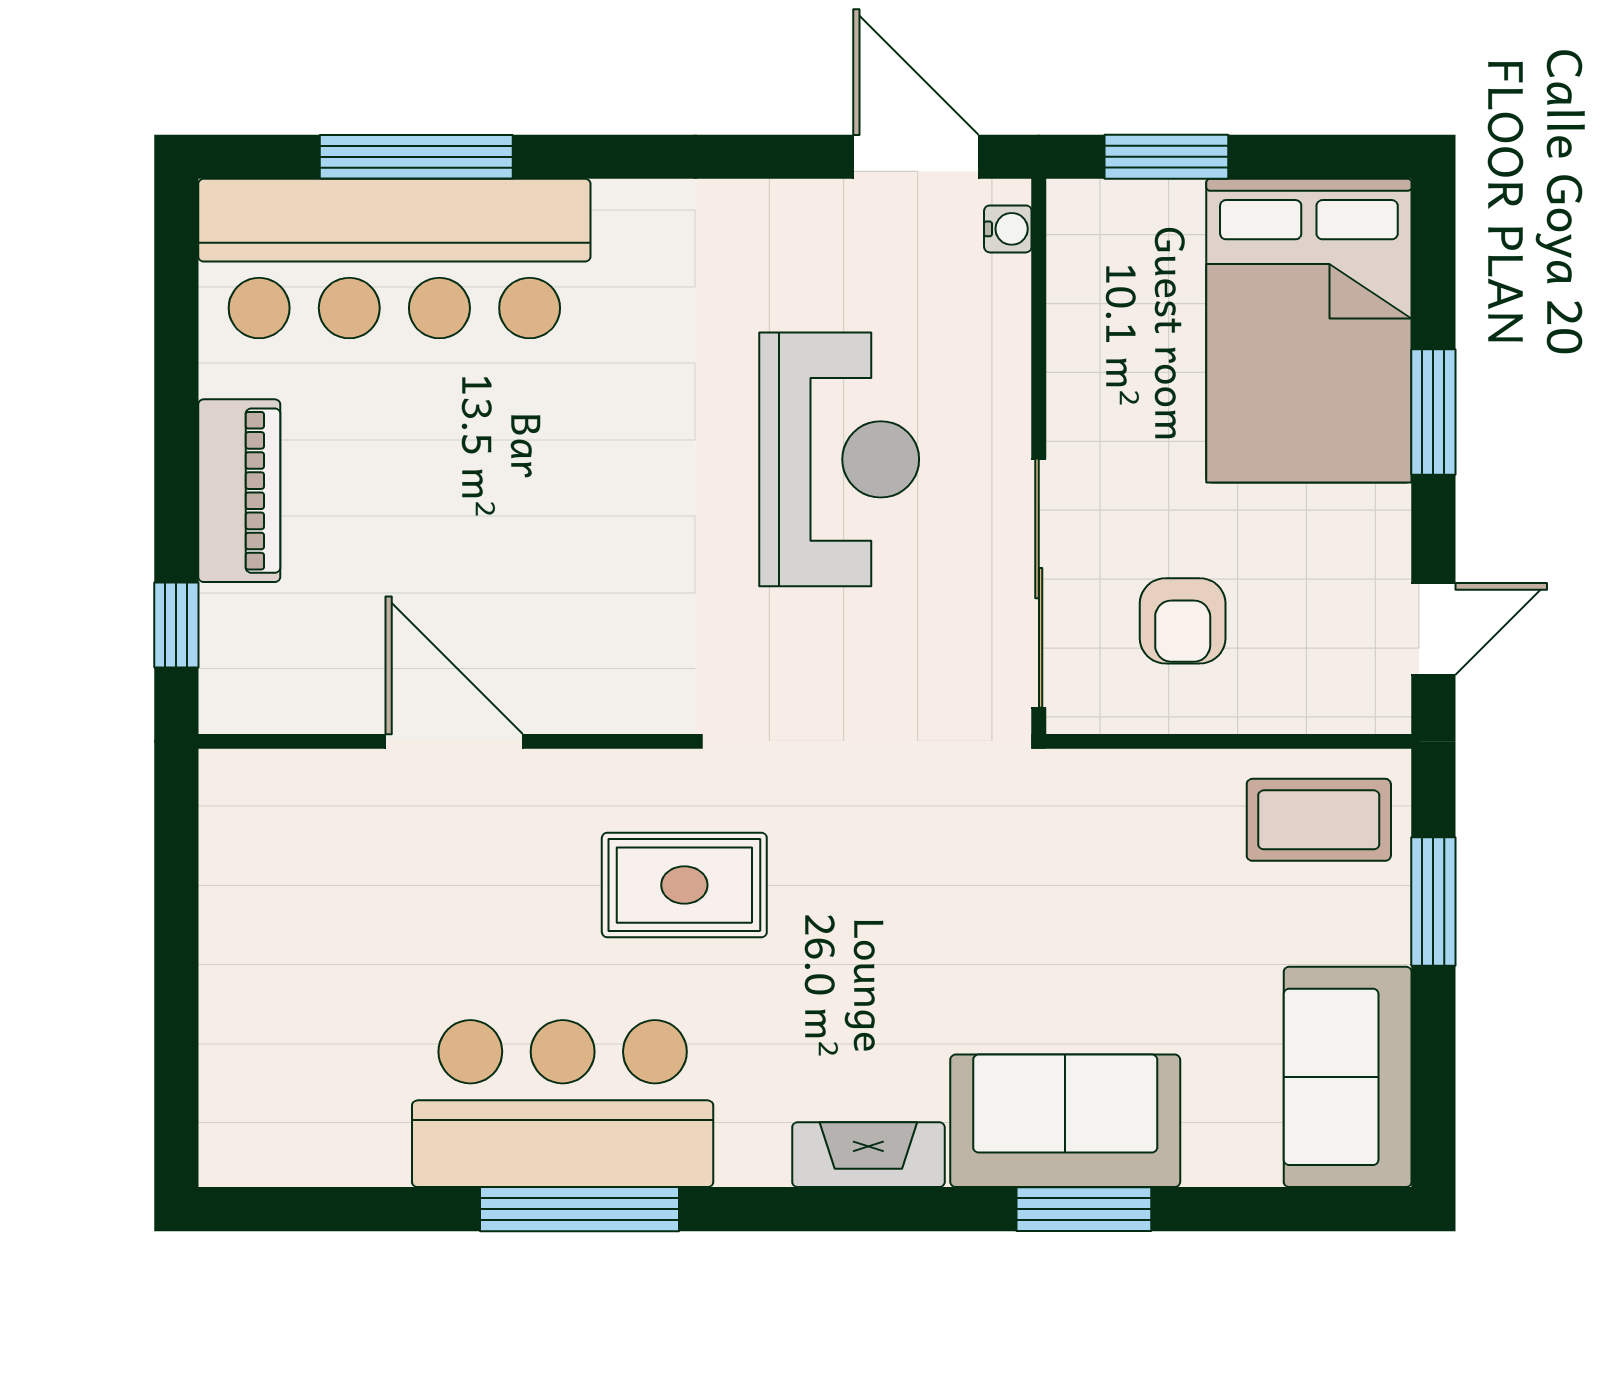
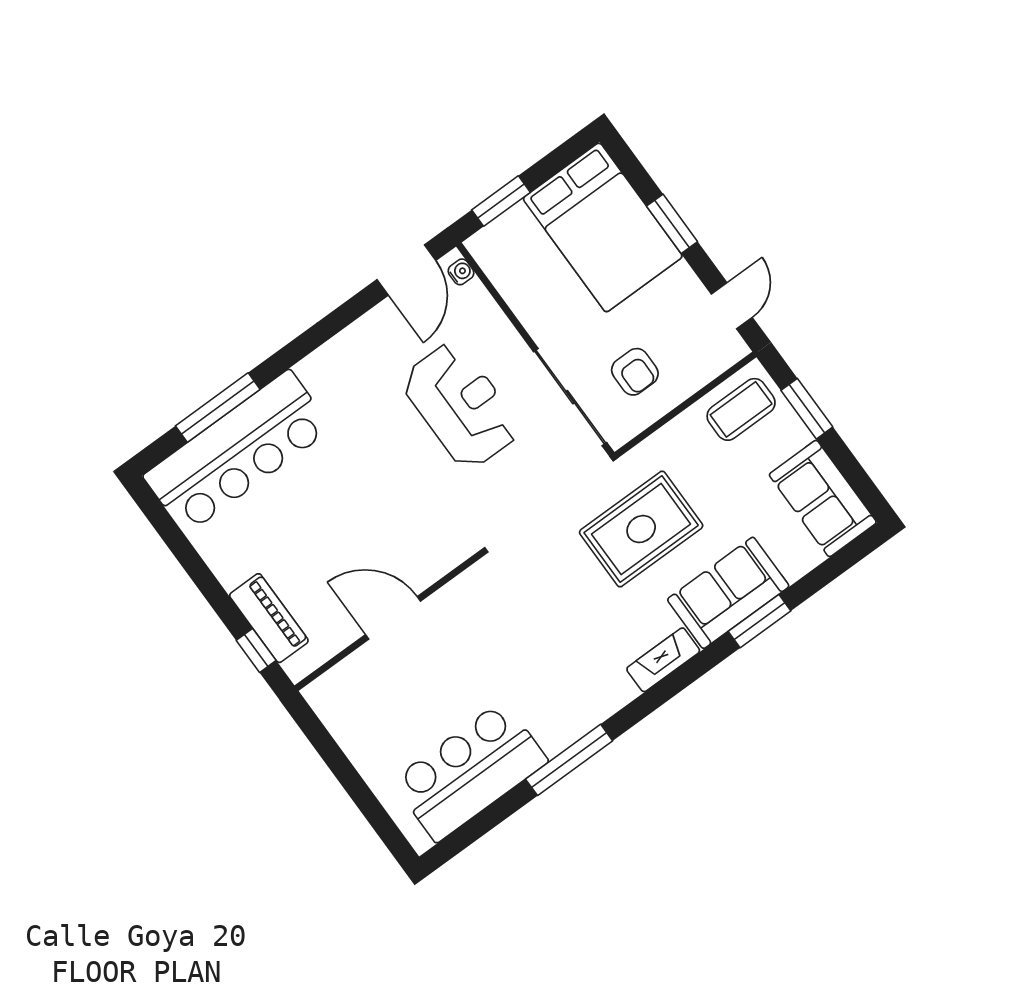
door: (916, 157) -> (406, 270), swing flipped
piano: (239, 491) -> (269, 618), moved
rug: (684, 885) -> (641, 529), moved, width x1.36, depth x1.43
bar counter: (563, 1104) -> (470, 771), moved

